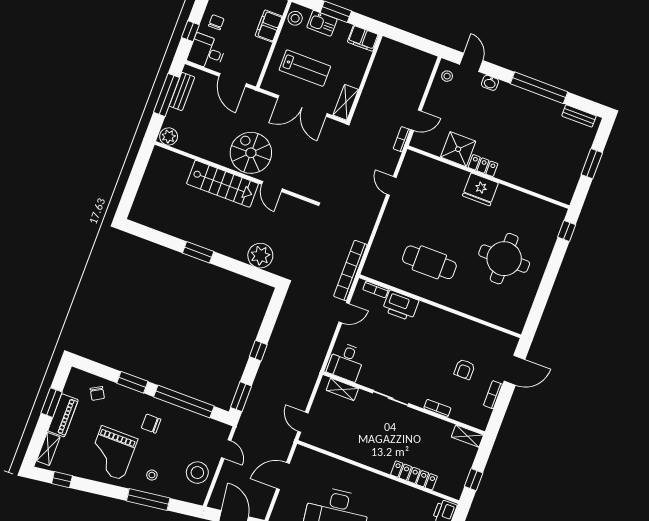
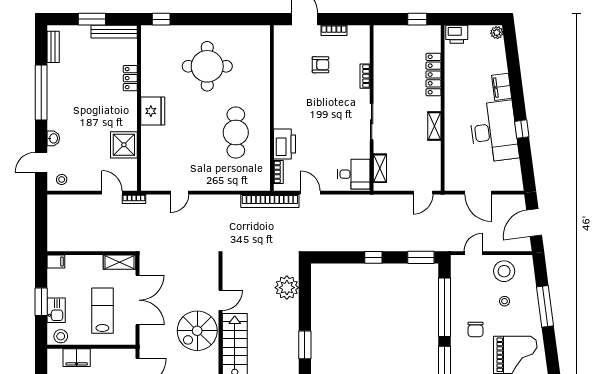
filing cabinet: (363, 38) -> (56, 261), width x0.50
locker: (483, 166) -> (130, 78), moved
bench: (572, 181) -> (114, 32), added
shelving: (467, 436) -> (434, 126), moved
stool: (152, 475) -> (504, 301), moved

